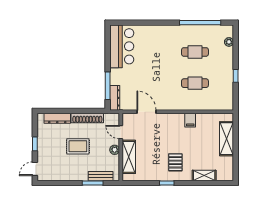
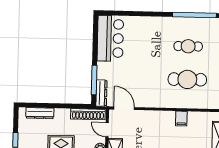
cafe table: (195, 83) -> (187, 79), width x1.37, depth x1.35
door: (147, 112) -> (124, 108), moved
shoe rack: (87, 118) -> (88, 114), moved

